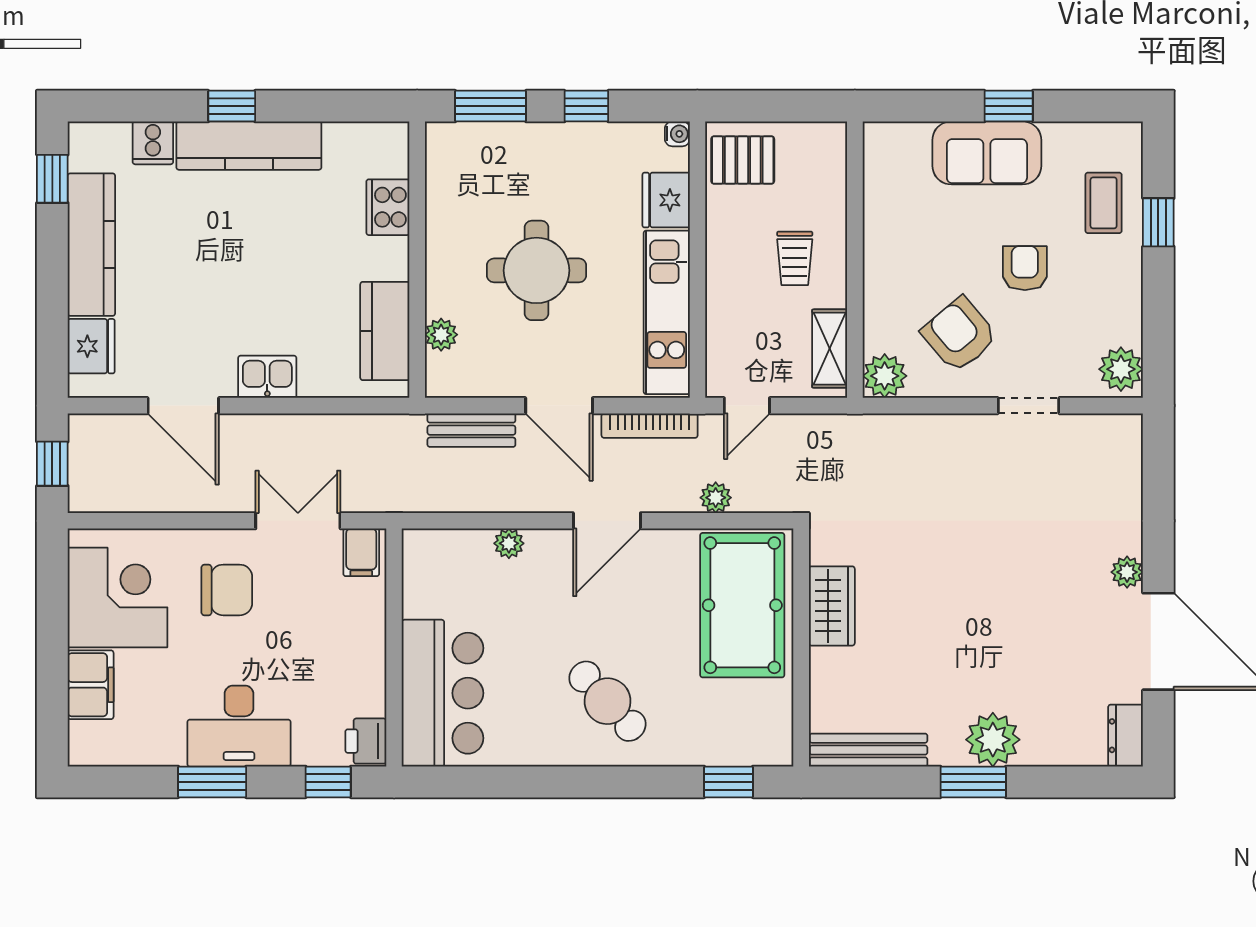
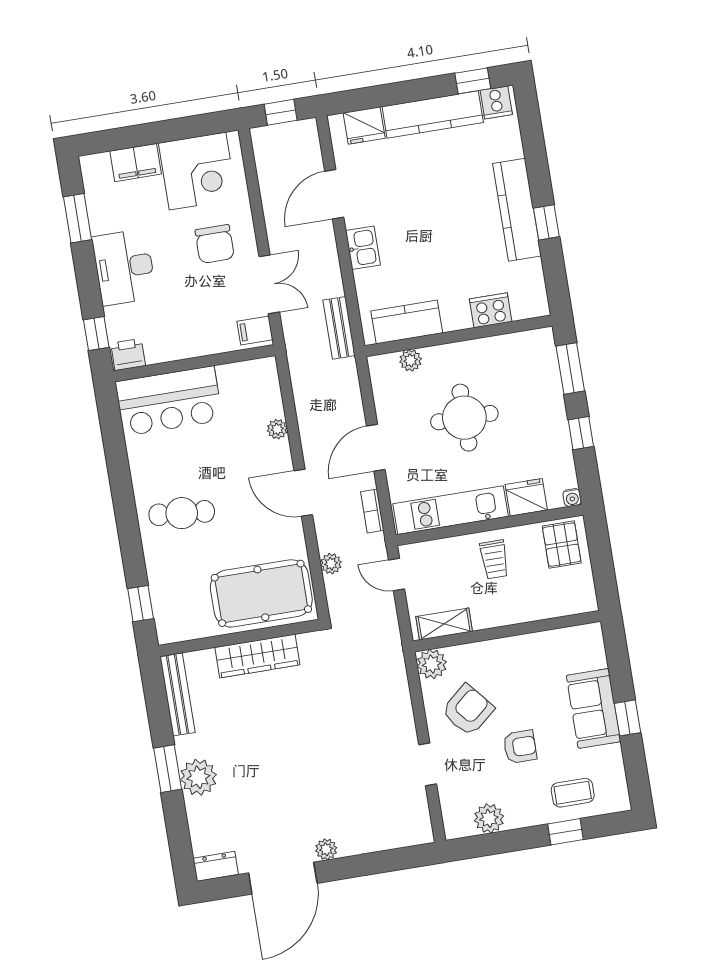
window: (232, 106) -> (546, 222), moved
cooker: (153, 143) -> (496, 102), moved, turned -90
trolley: (795, 258) -> (494, 559), moved, turned -90
plant: (1121, 369) -> (489, 818), moved
bookcase: (650, 426) -> (372, 511), width x0.64
bench: (471, 430) -> (339, 328), moved
wardrobe: (832, 606) -> (257, 656), width x1.50
cafe table: (607, 701) -> (182, 513), turned 48
window: (212, 782) -> (77, 218), moved

